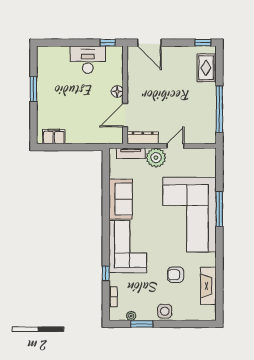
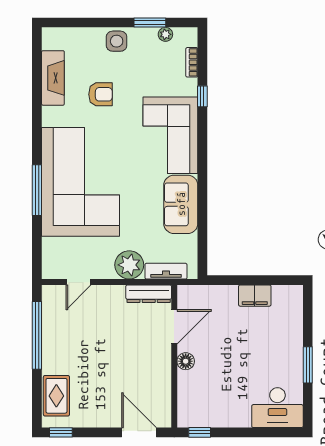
desk: (88, 60) -> (277, 408), moved
filing cabinet: (54, 137) -> (255, 296), moved
door: (175, 146) -> (78, 282), moved

